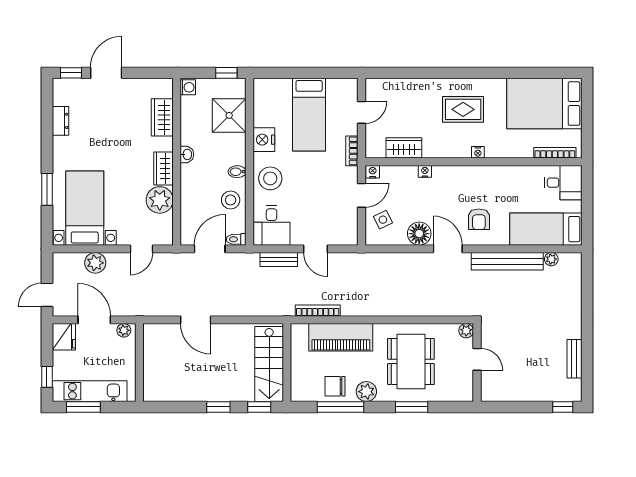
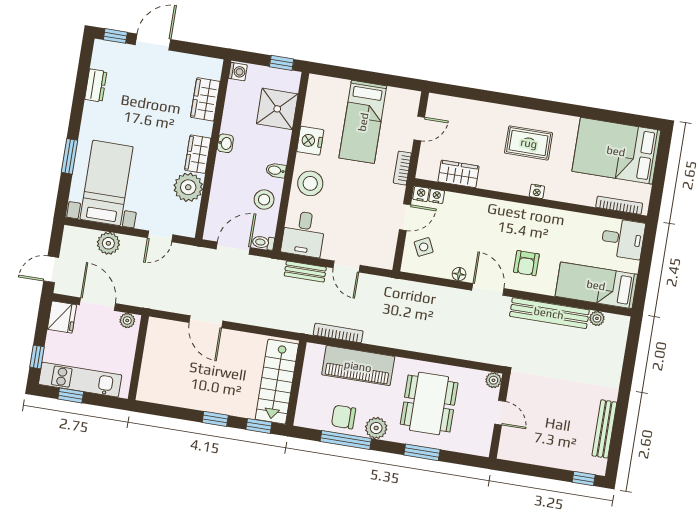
nightstand: (425, 171) -> (437, 196), moved
floor lamp: (419, 234) -> (459, 274), width x0.53, depth x0.53
bench: (574, 359) -> (604, 429), width x1.36
window: (83, 407) -> (71, 395), width x0.67

